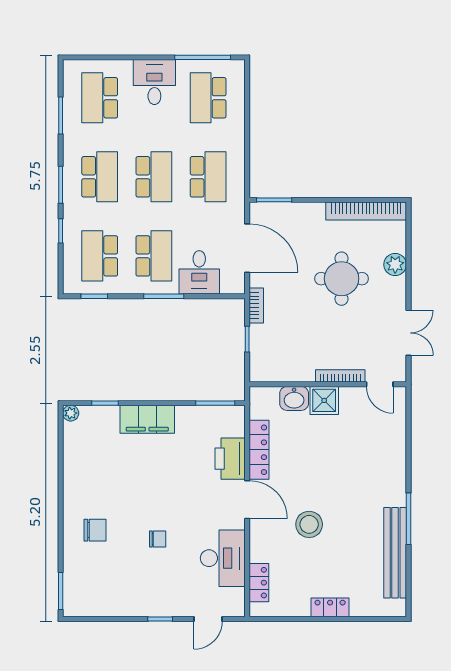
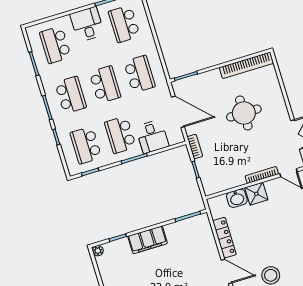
school desk: (154, 256) -> (120, 135), turned 180
plant: (395, 265) -> (275, 94), removed
printer: (230, 459) -> (208, 249), removed

